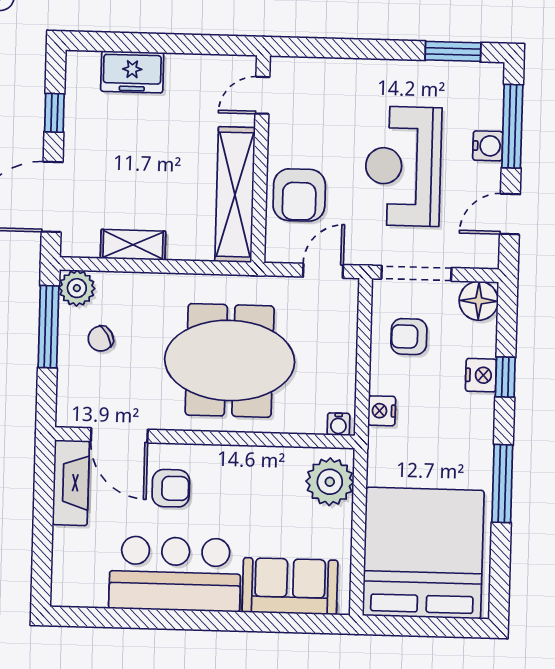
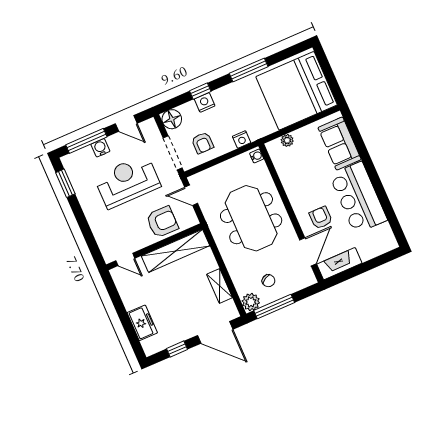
reception desk: (403, 166) -> (127, 181), turned 180
plant: (330, 482) -> (287, 140), width x0.53, depth x0.53

